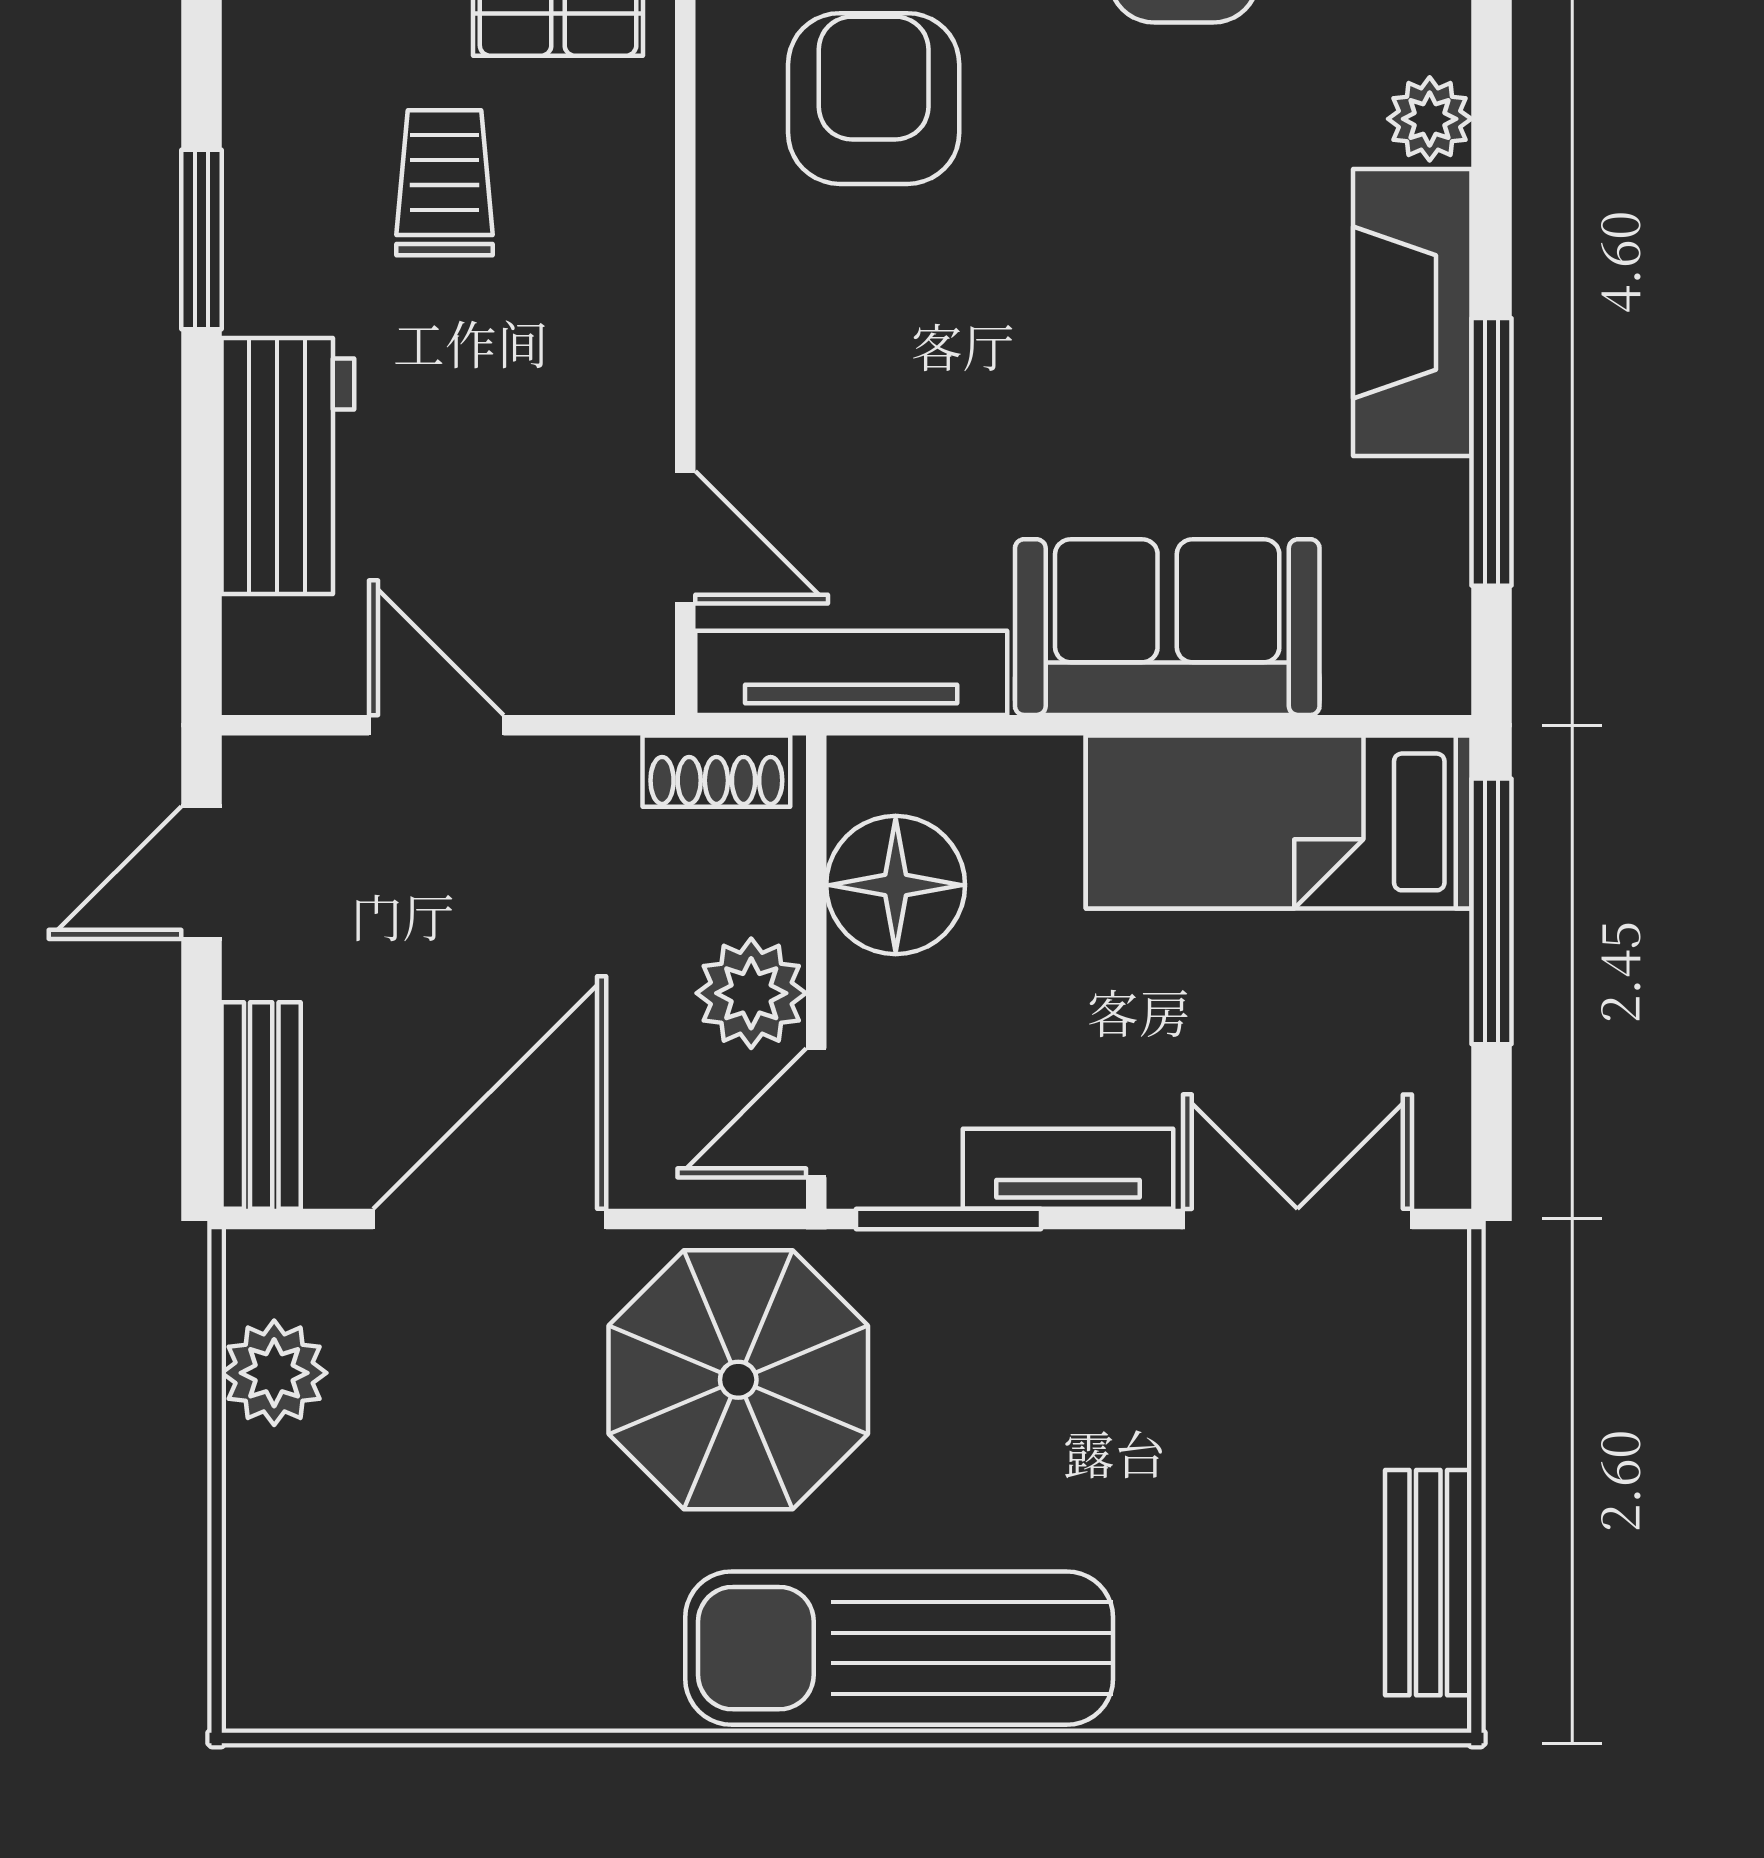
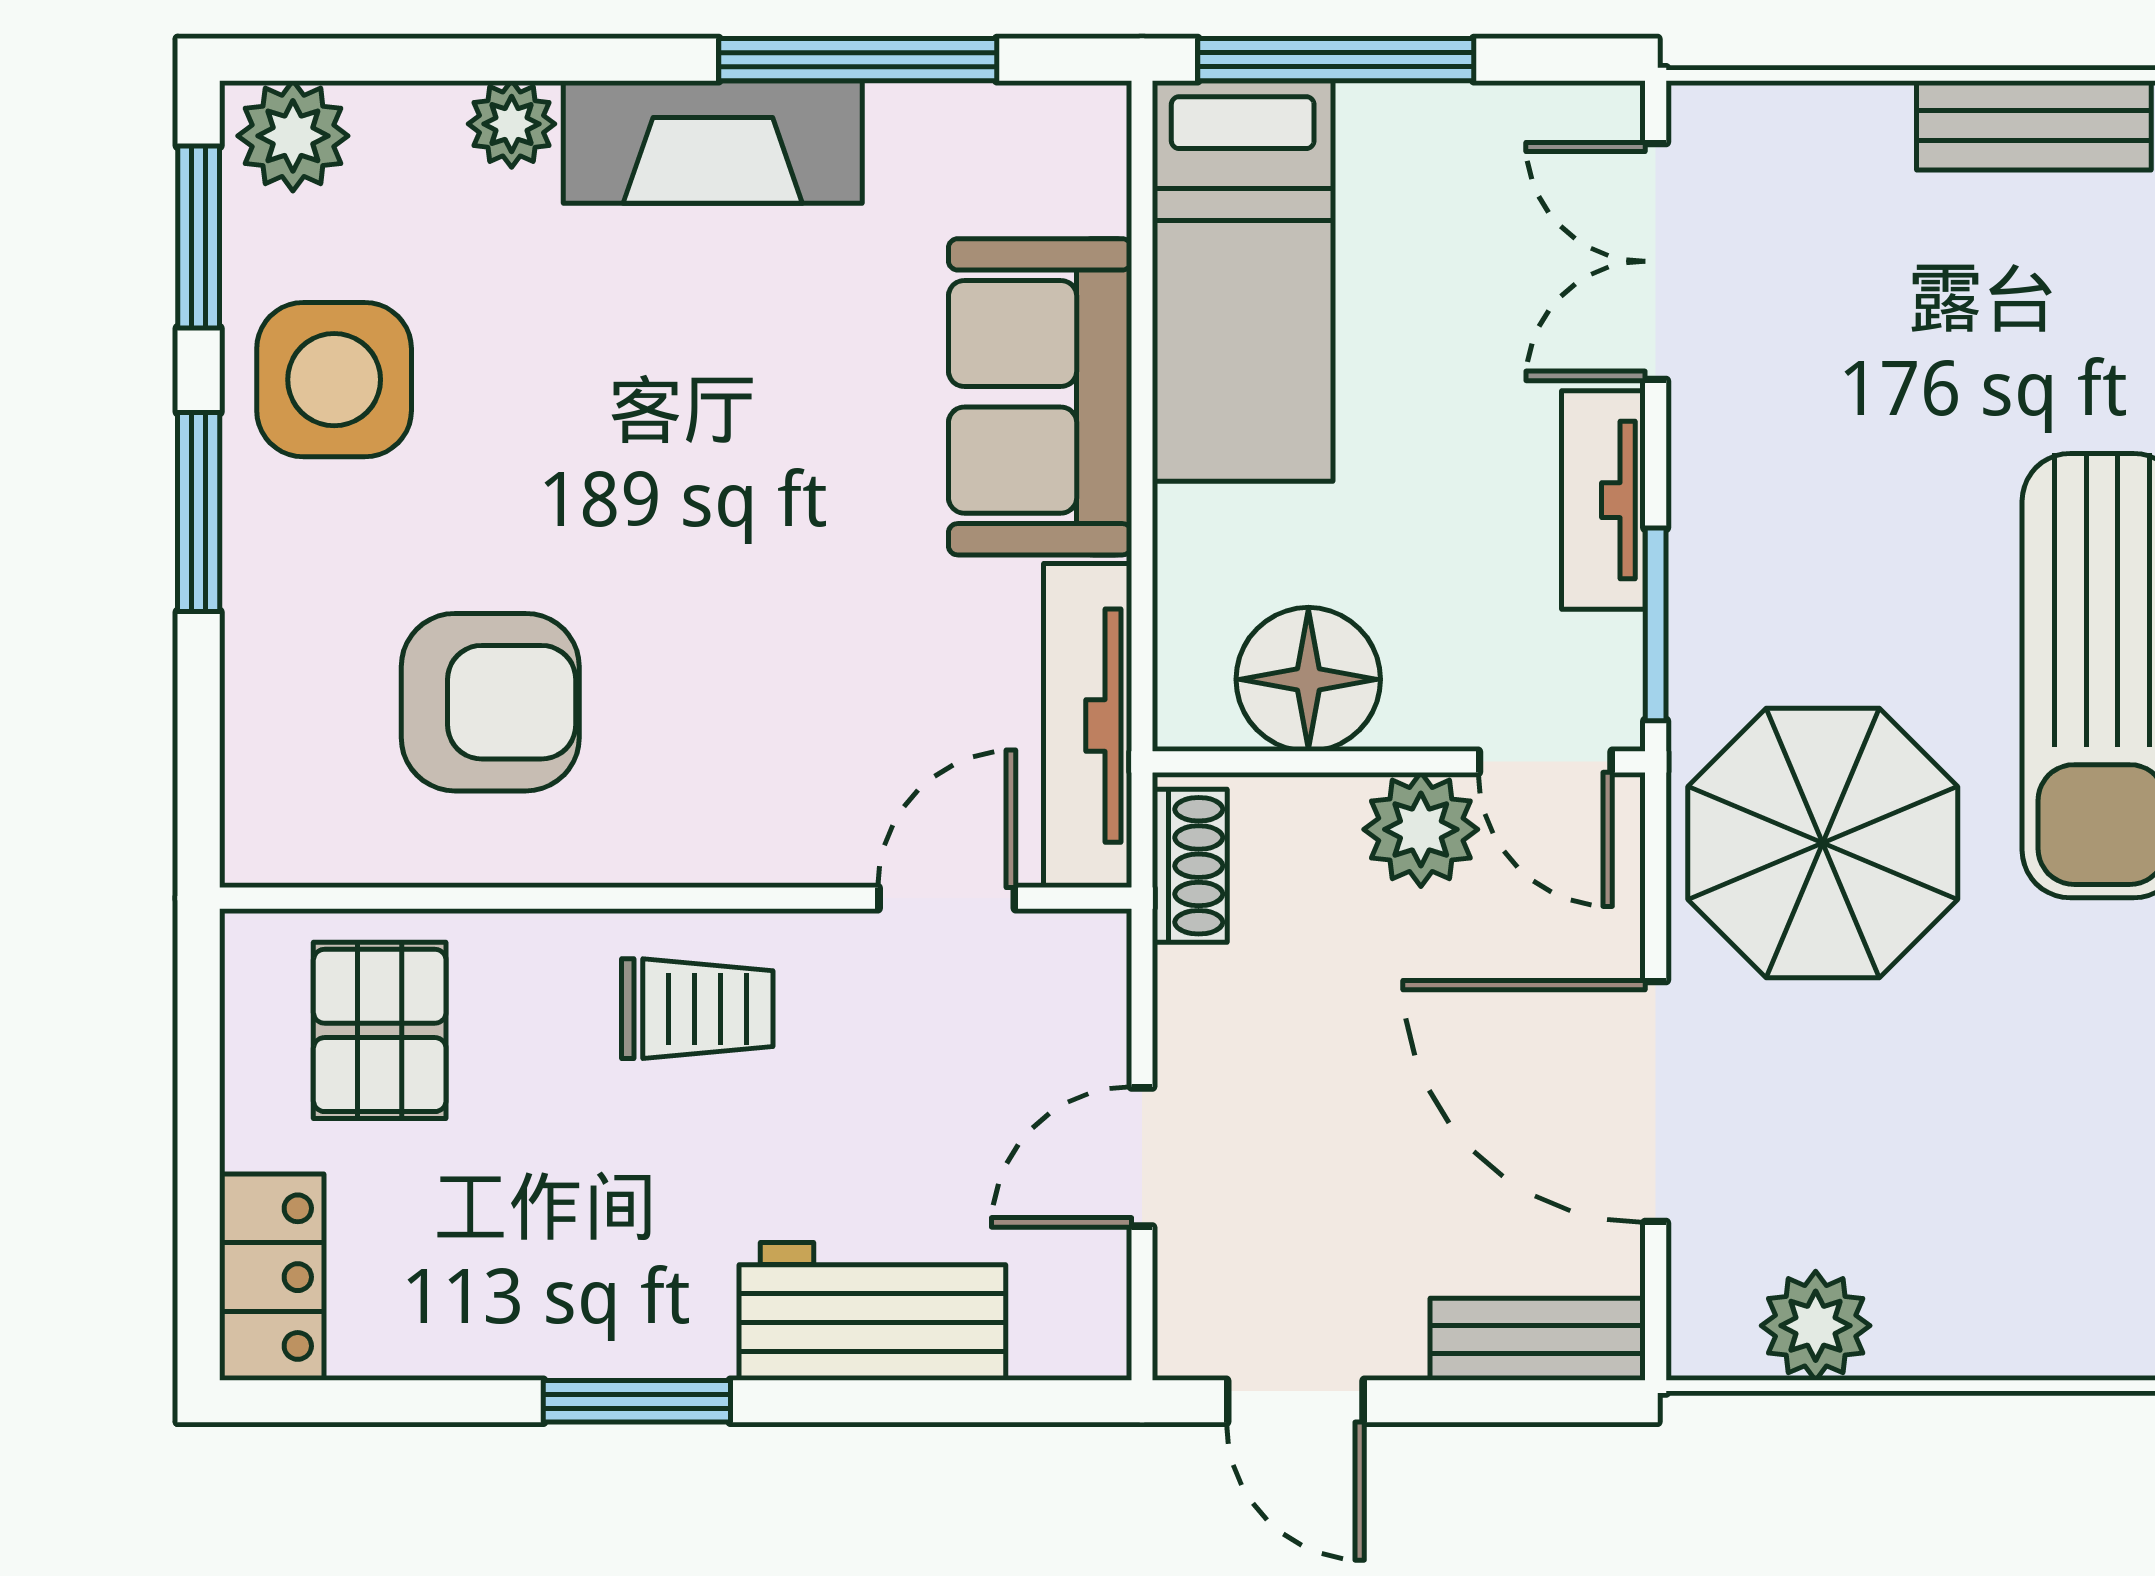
armchair: (874, 99) -> (490, 702), turned 180
trolley: (444, 183) -> (697, 1009), moved, turned 180

